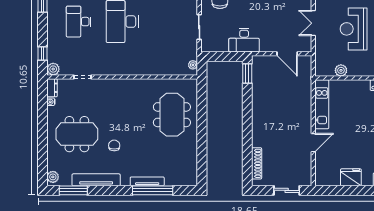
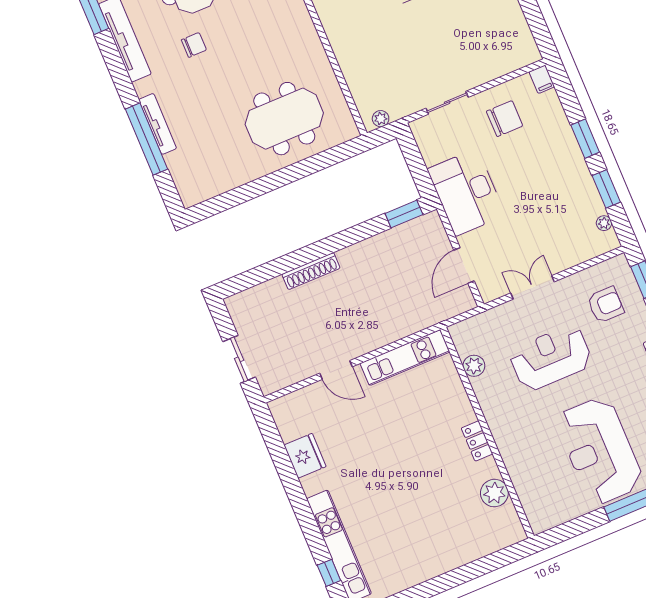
desk: (244, 40) -> (466, 192), width x1.36, depth x1.30
shoe rack: (257, 163) -> (311, 271), moved

